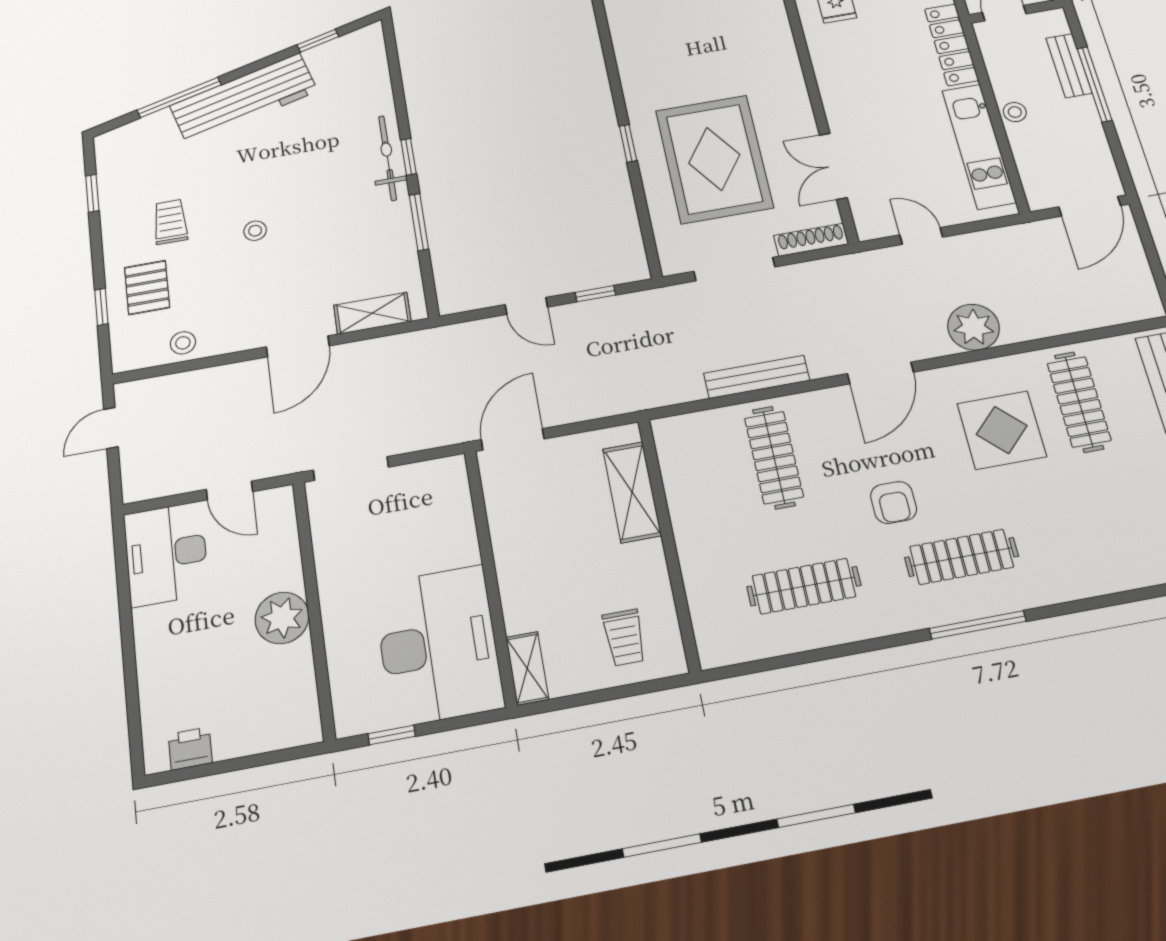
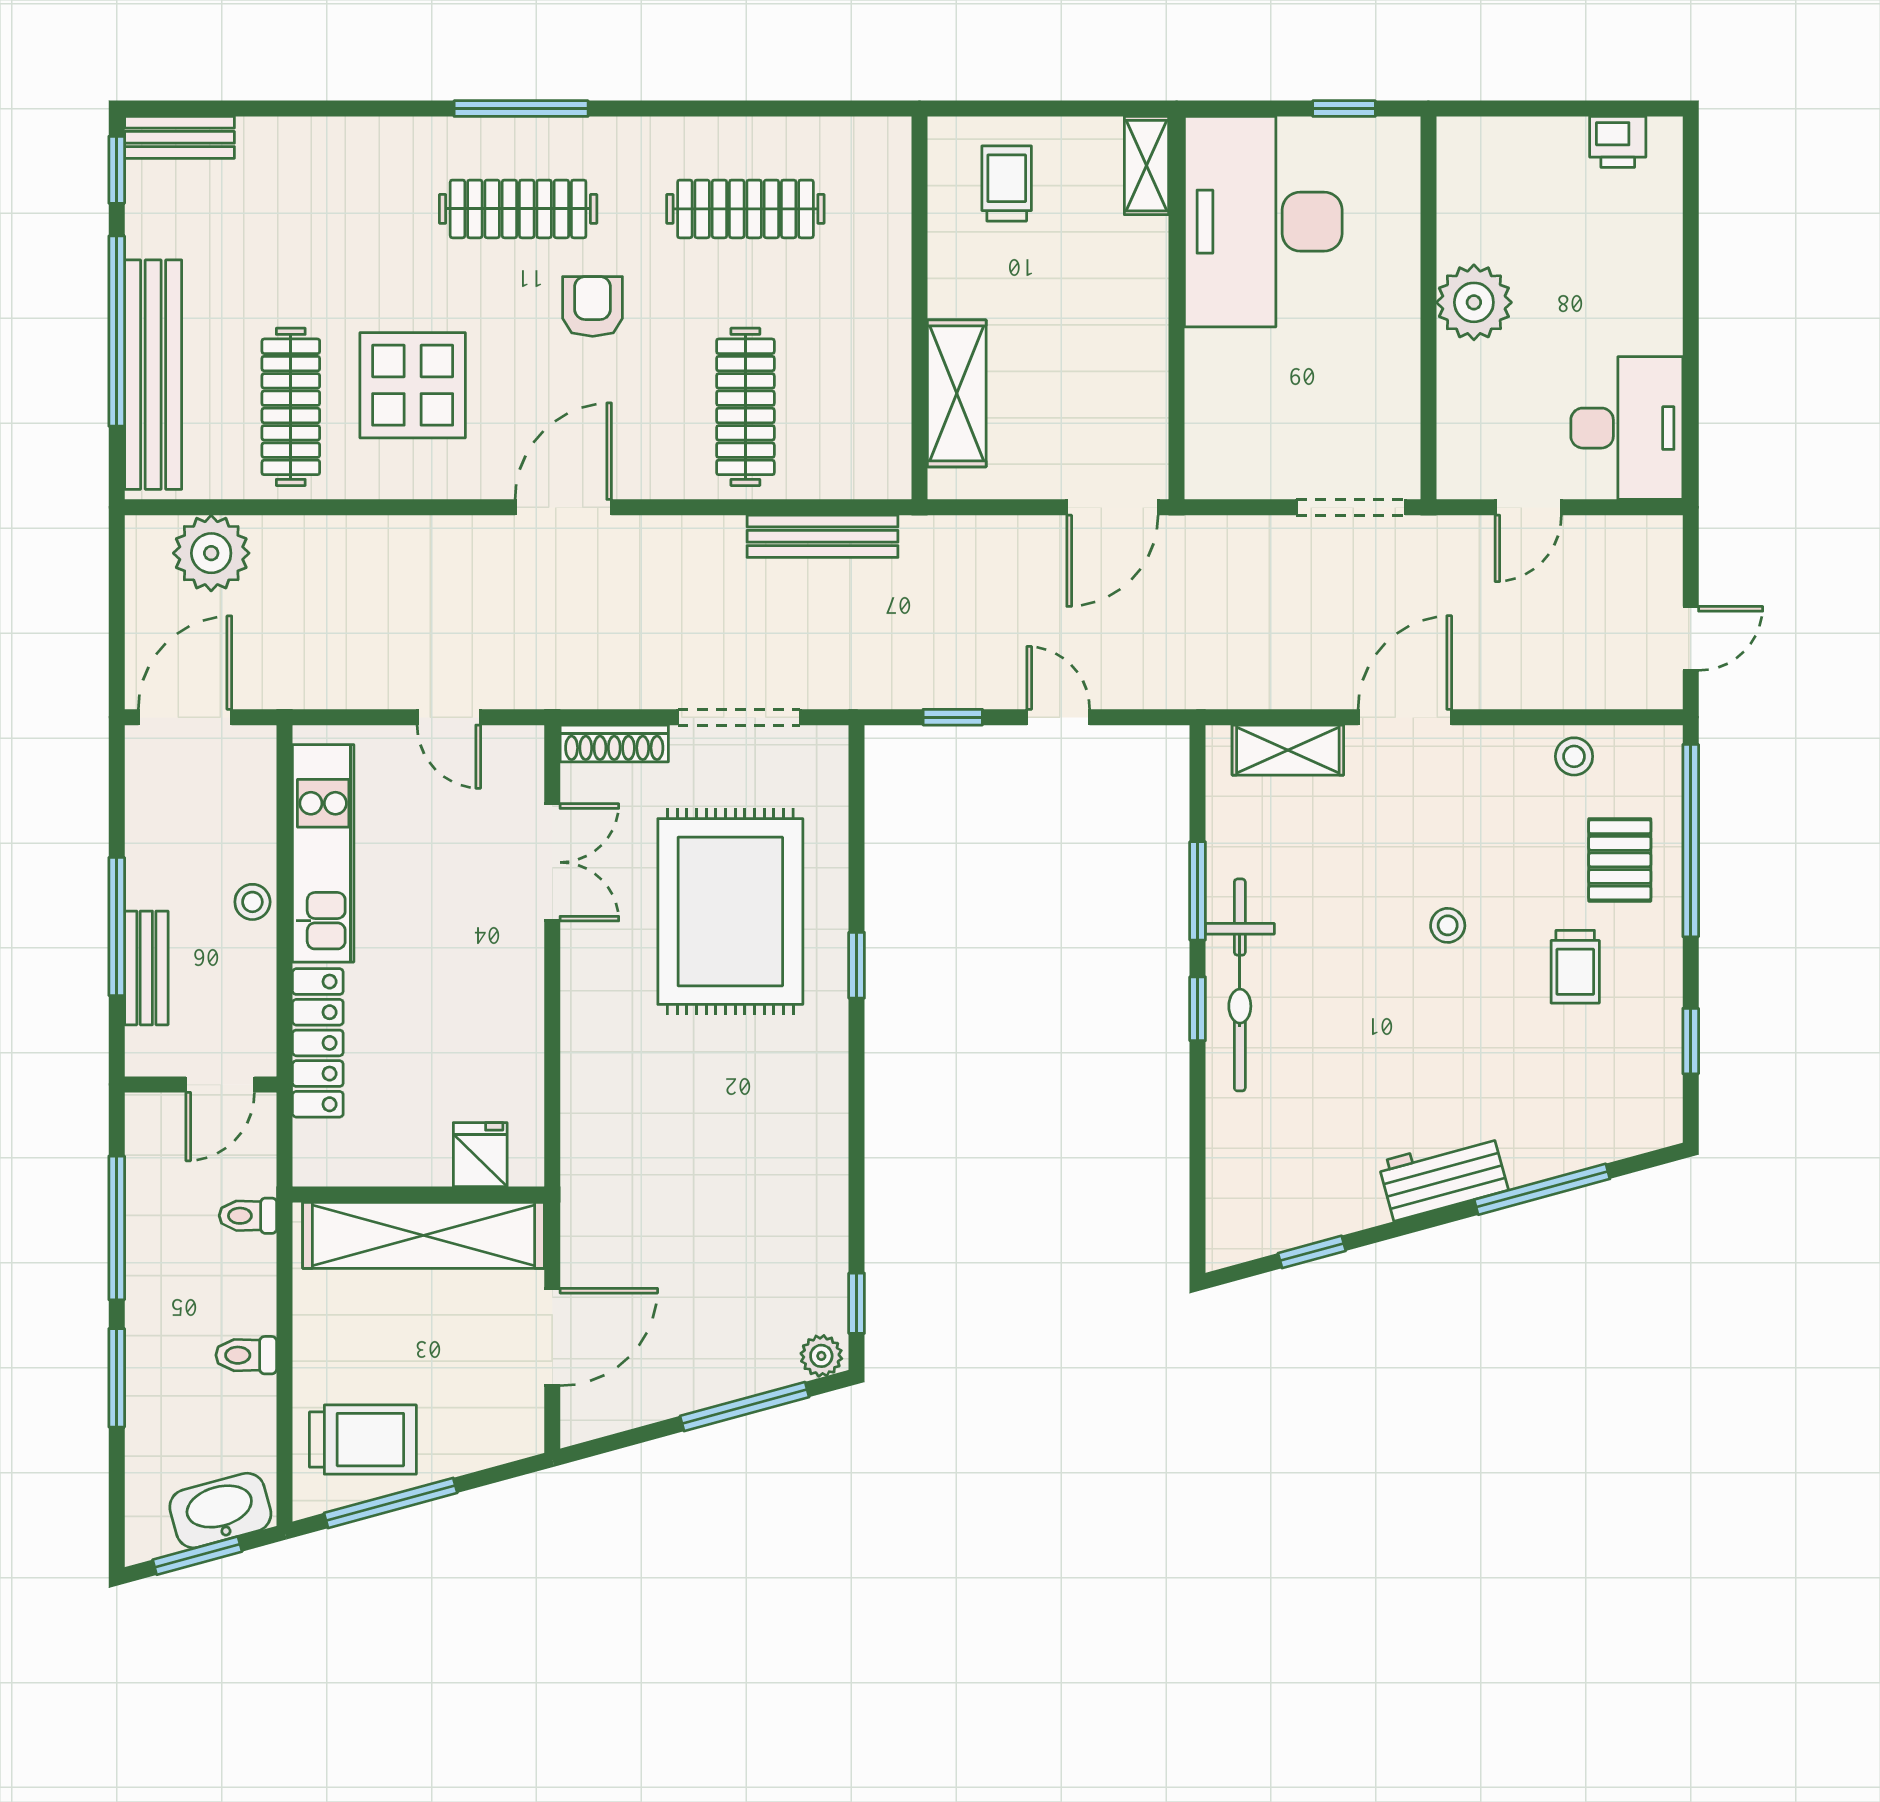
workbench: (244, 99) -> (1443, 1176), width x0.53, depth x0.76
bicycle: (388, 158) -> (1240, 985), width x1.37, depth x1.40
window: (101, 307) -> (1691, 841), width x3.17
plant: (974, 327) -> (211, 553), moved
bench: (757, 377) -> (823, 536), moved
door: (229, 490) -> (1528, 507), swing flipped

